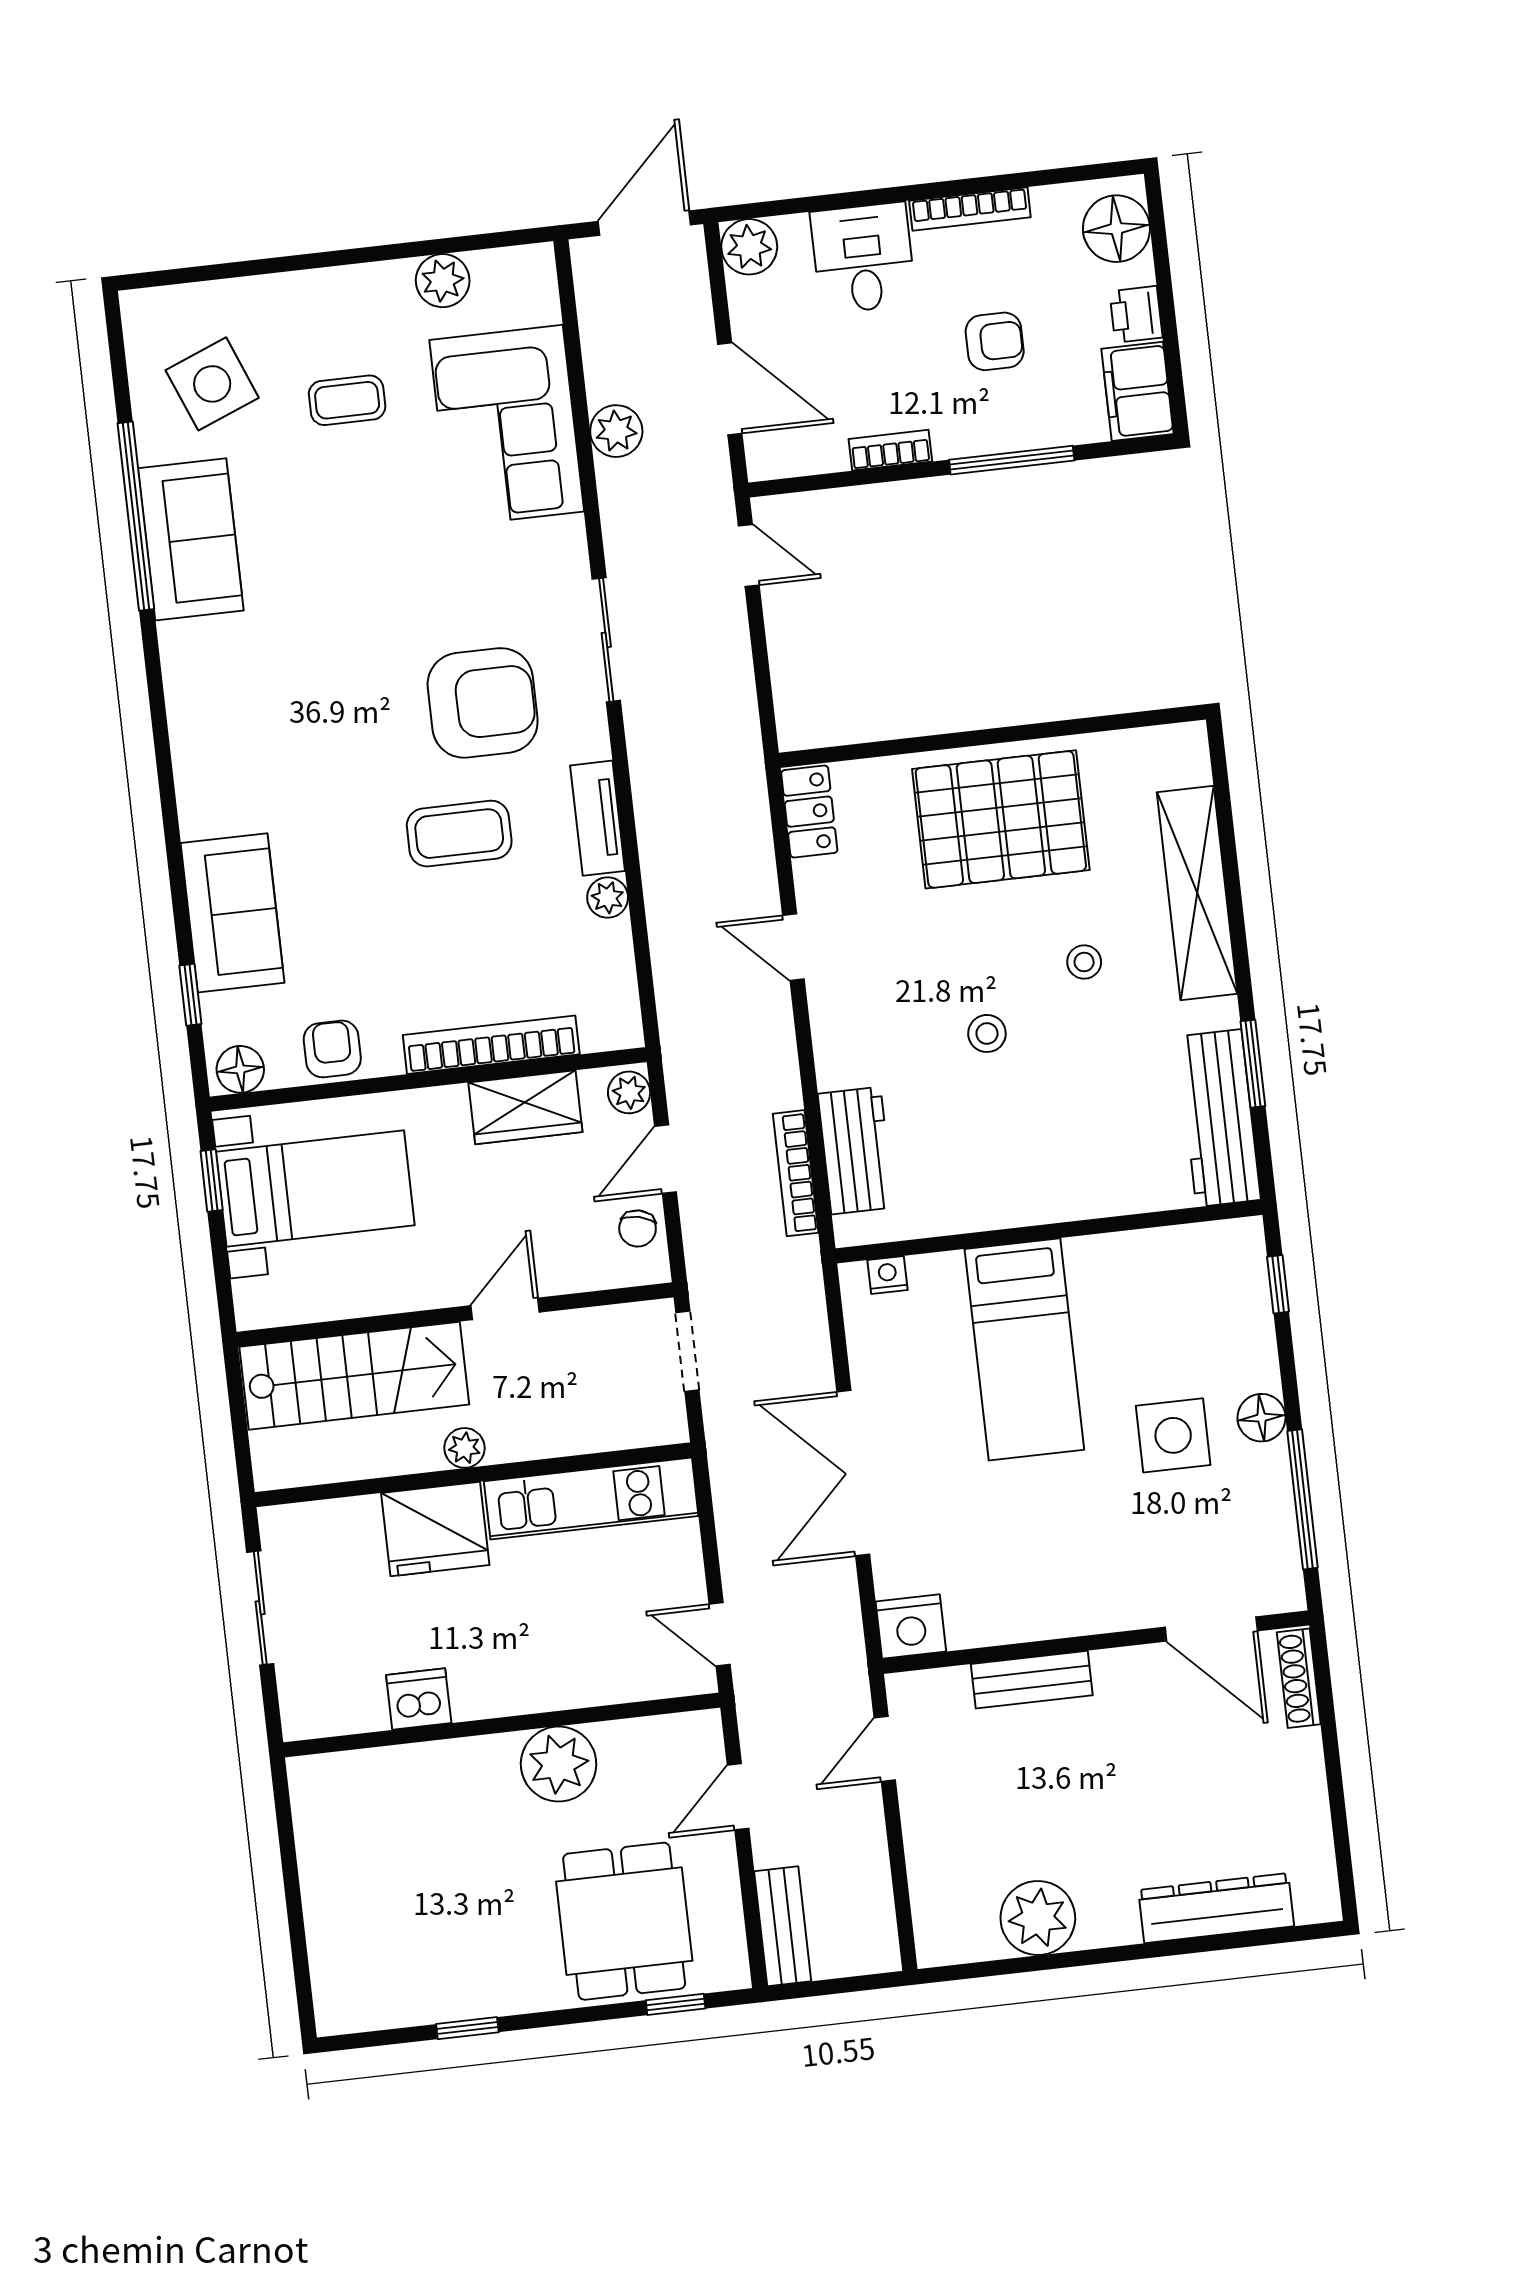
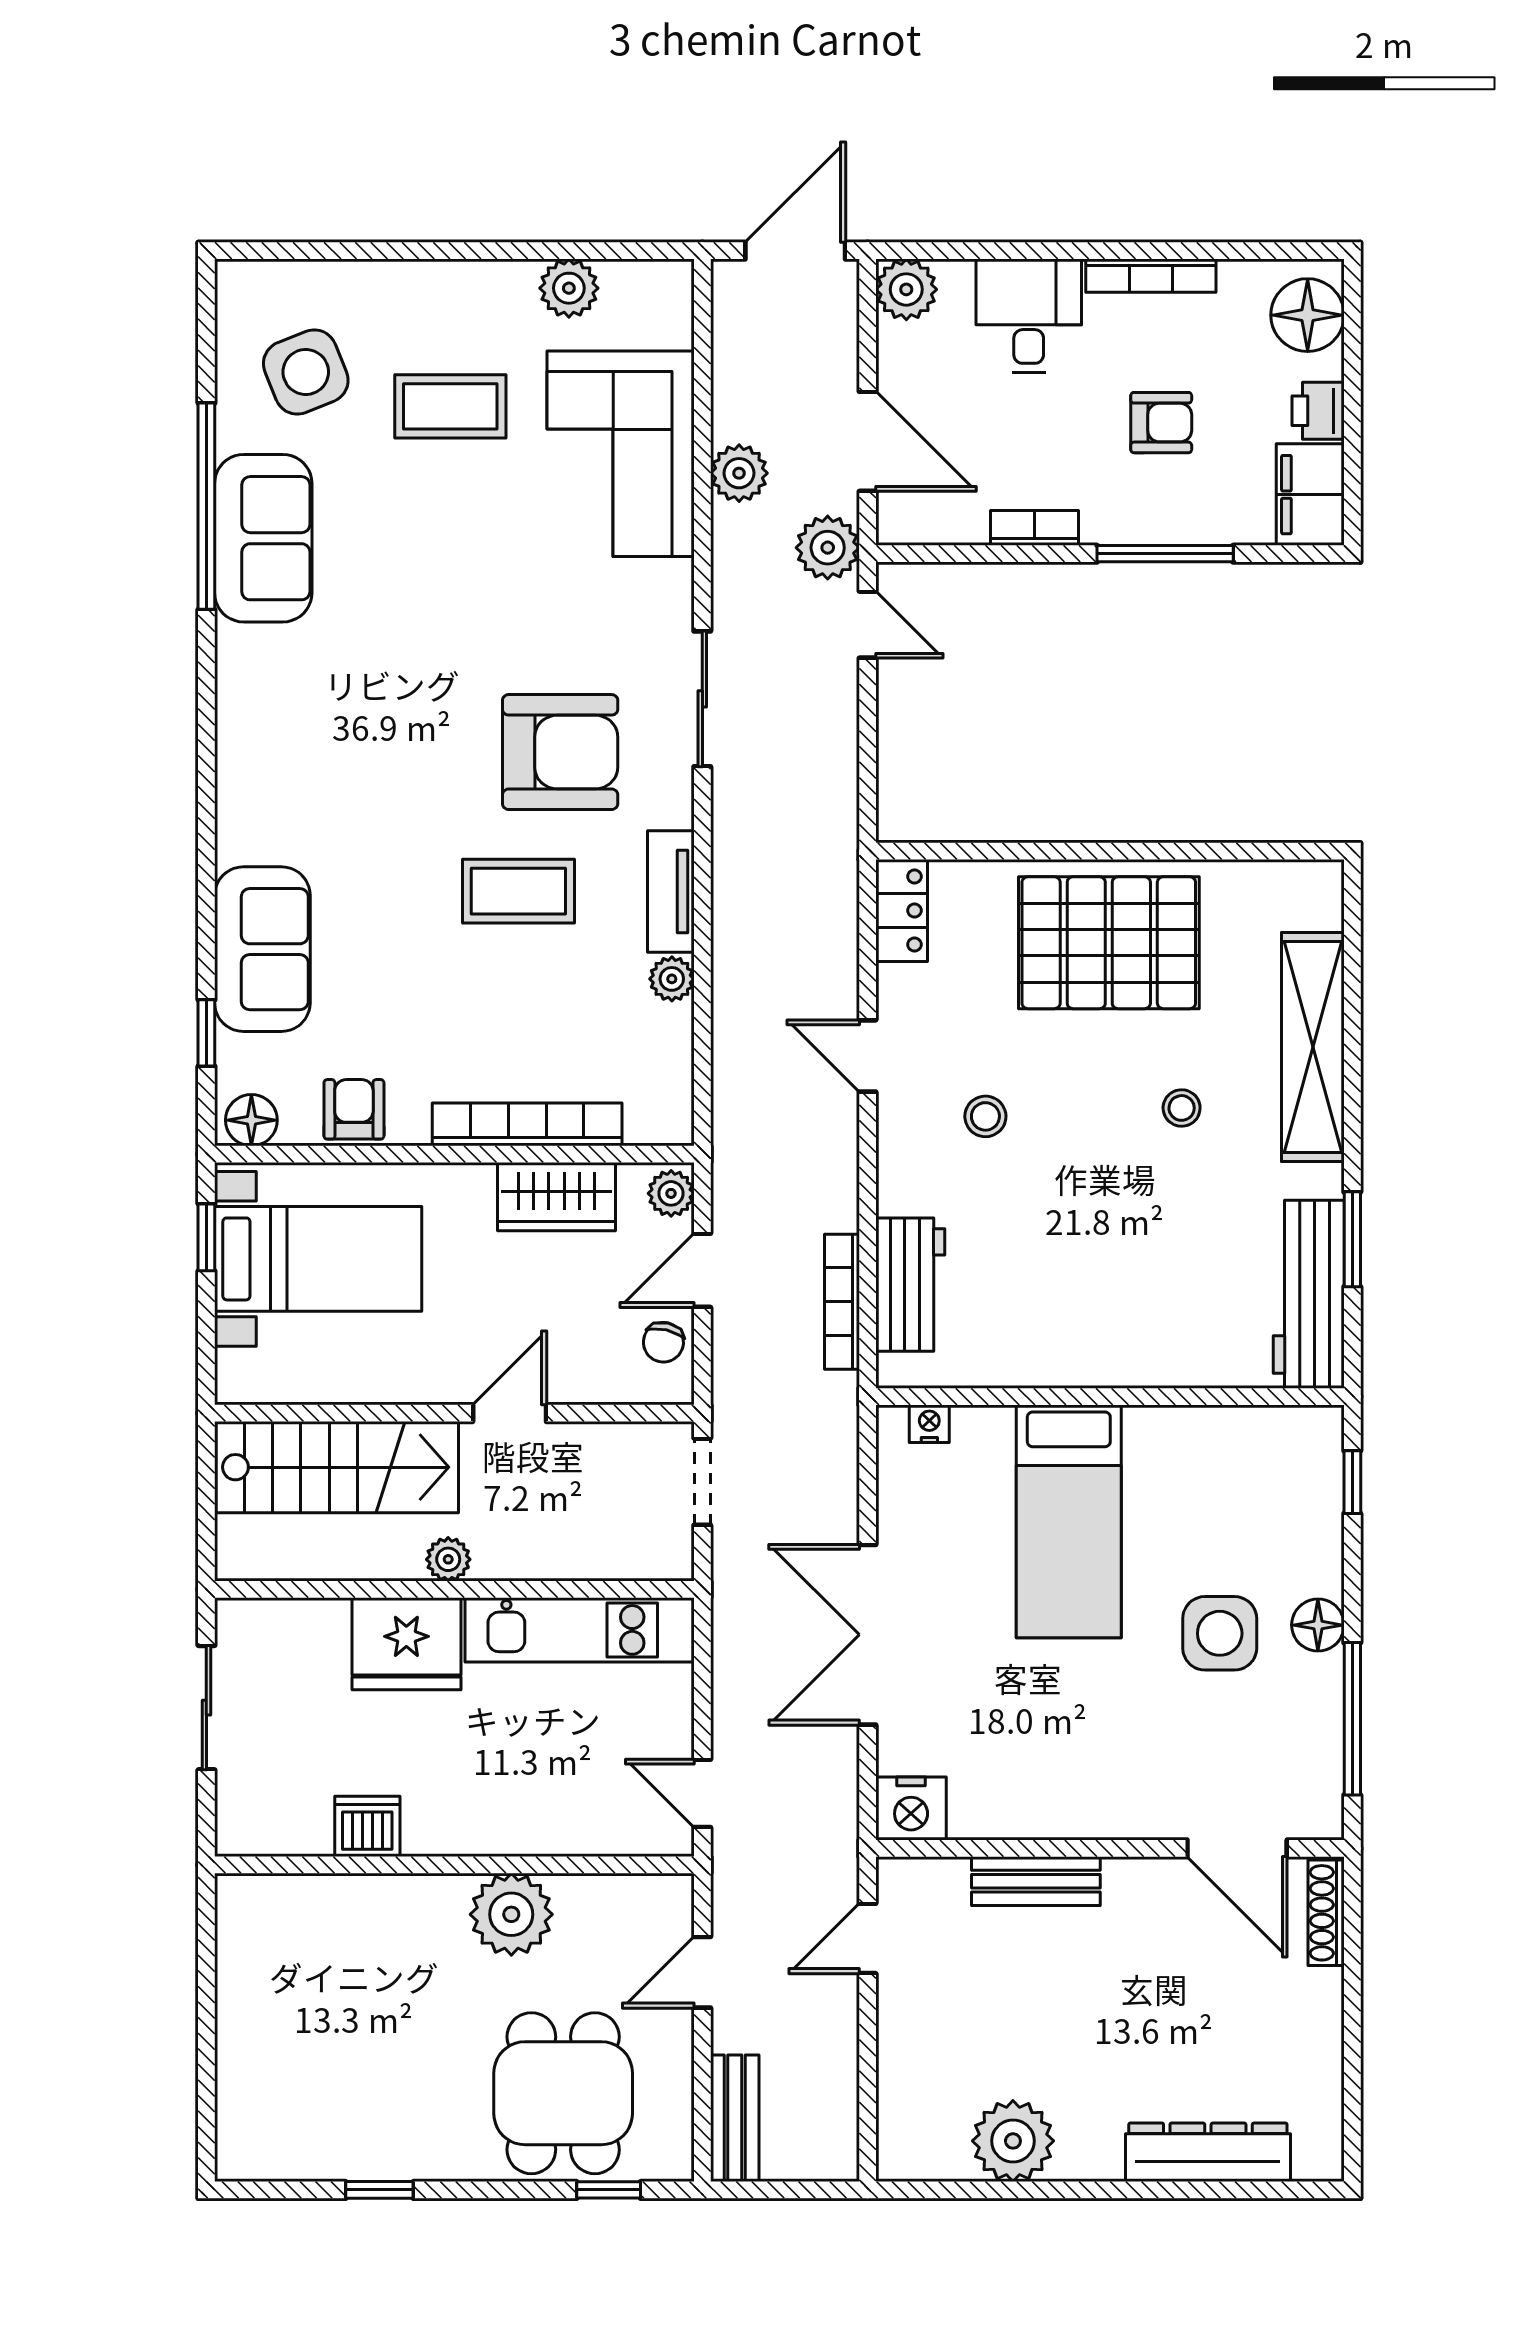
coffee table: (347, 400) -> (450, 406), width x1.36, depth x1.30
plant: (705, 489) -> (828, 548), added
stool: (987, 1033) -> (985, 1116), moved

